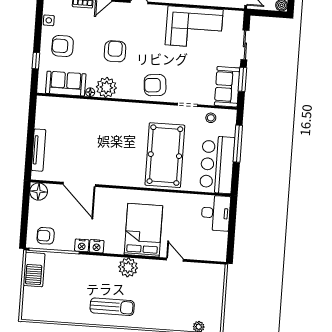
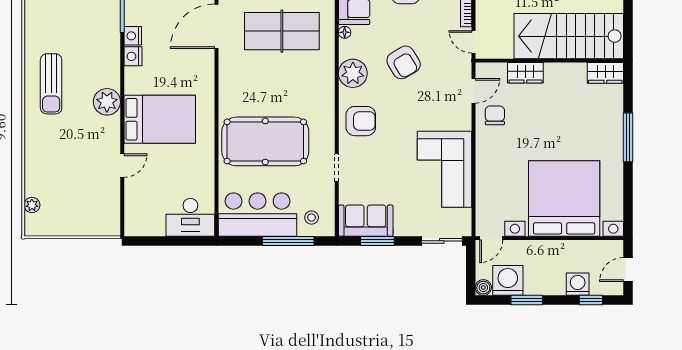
sliding door: (245, 45) -> (442, 241), moved
armchair: (115, 51) -> (404, 62), turned 59
armchair: (155, 85) -> (361, 121), turned 95
plant: (106, 87) -> (353, 73), moved
stool: (211, 118) -> (312, 218), moved
table tennis table: (86, 137) -> (282, 31), added

